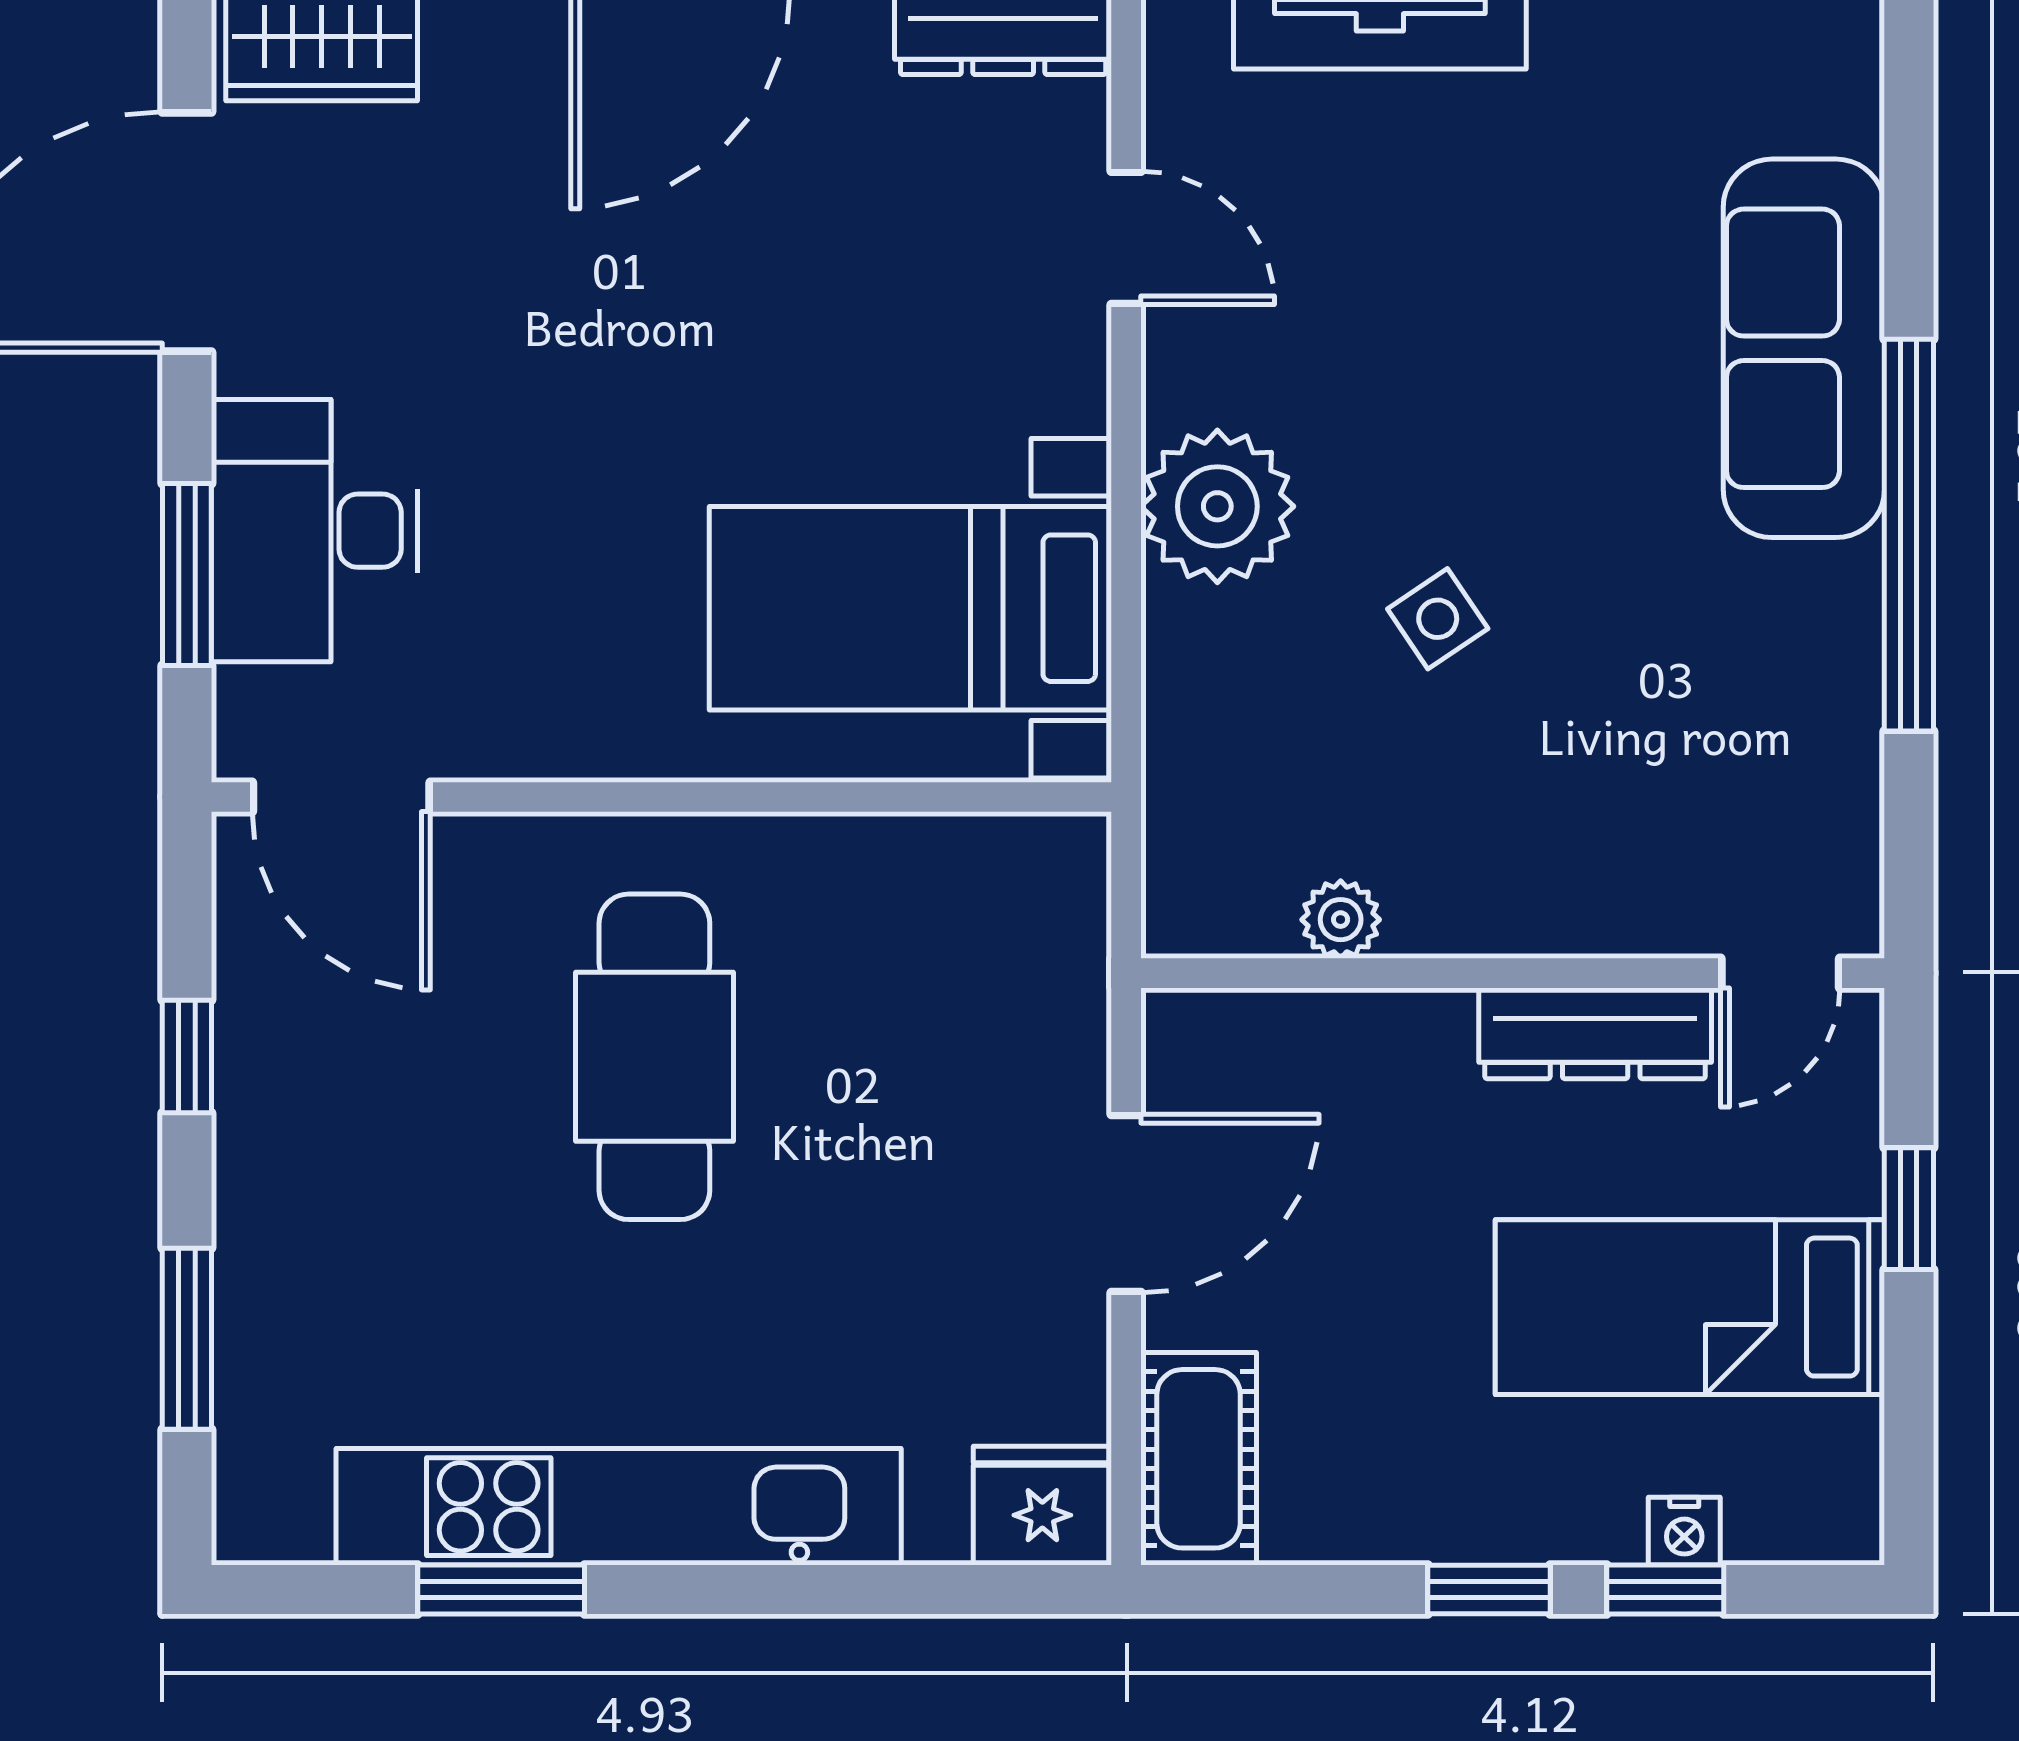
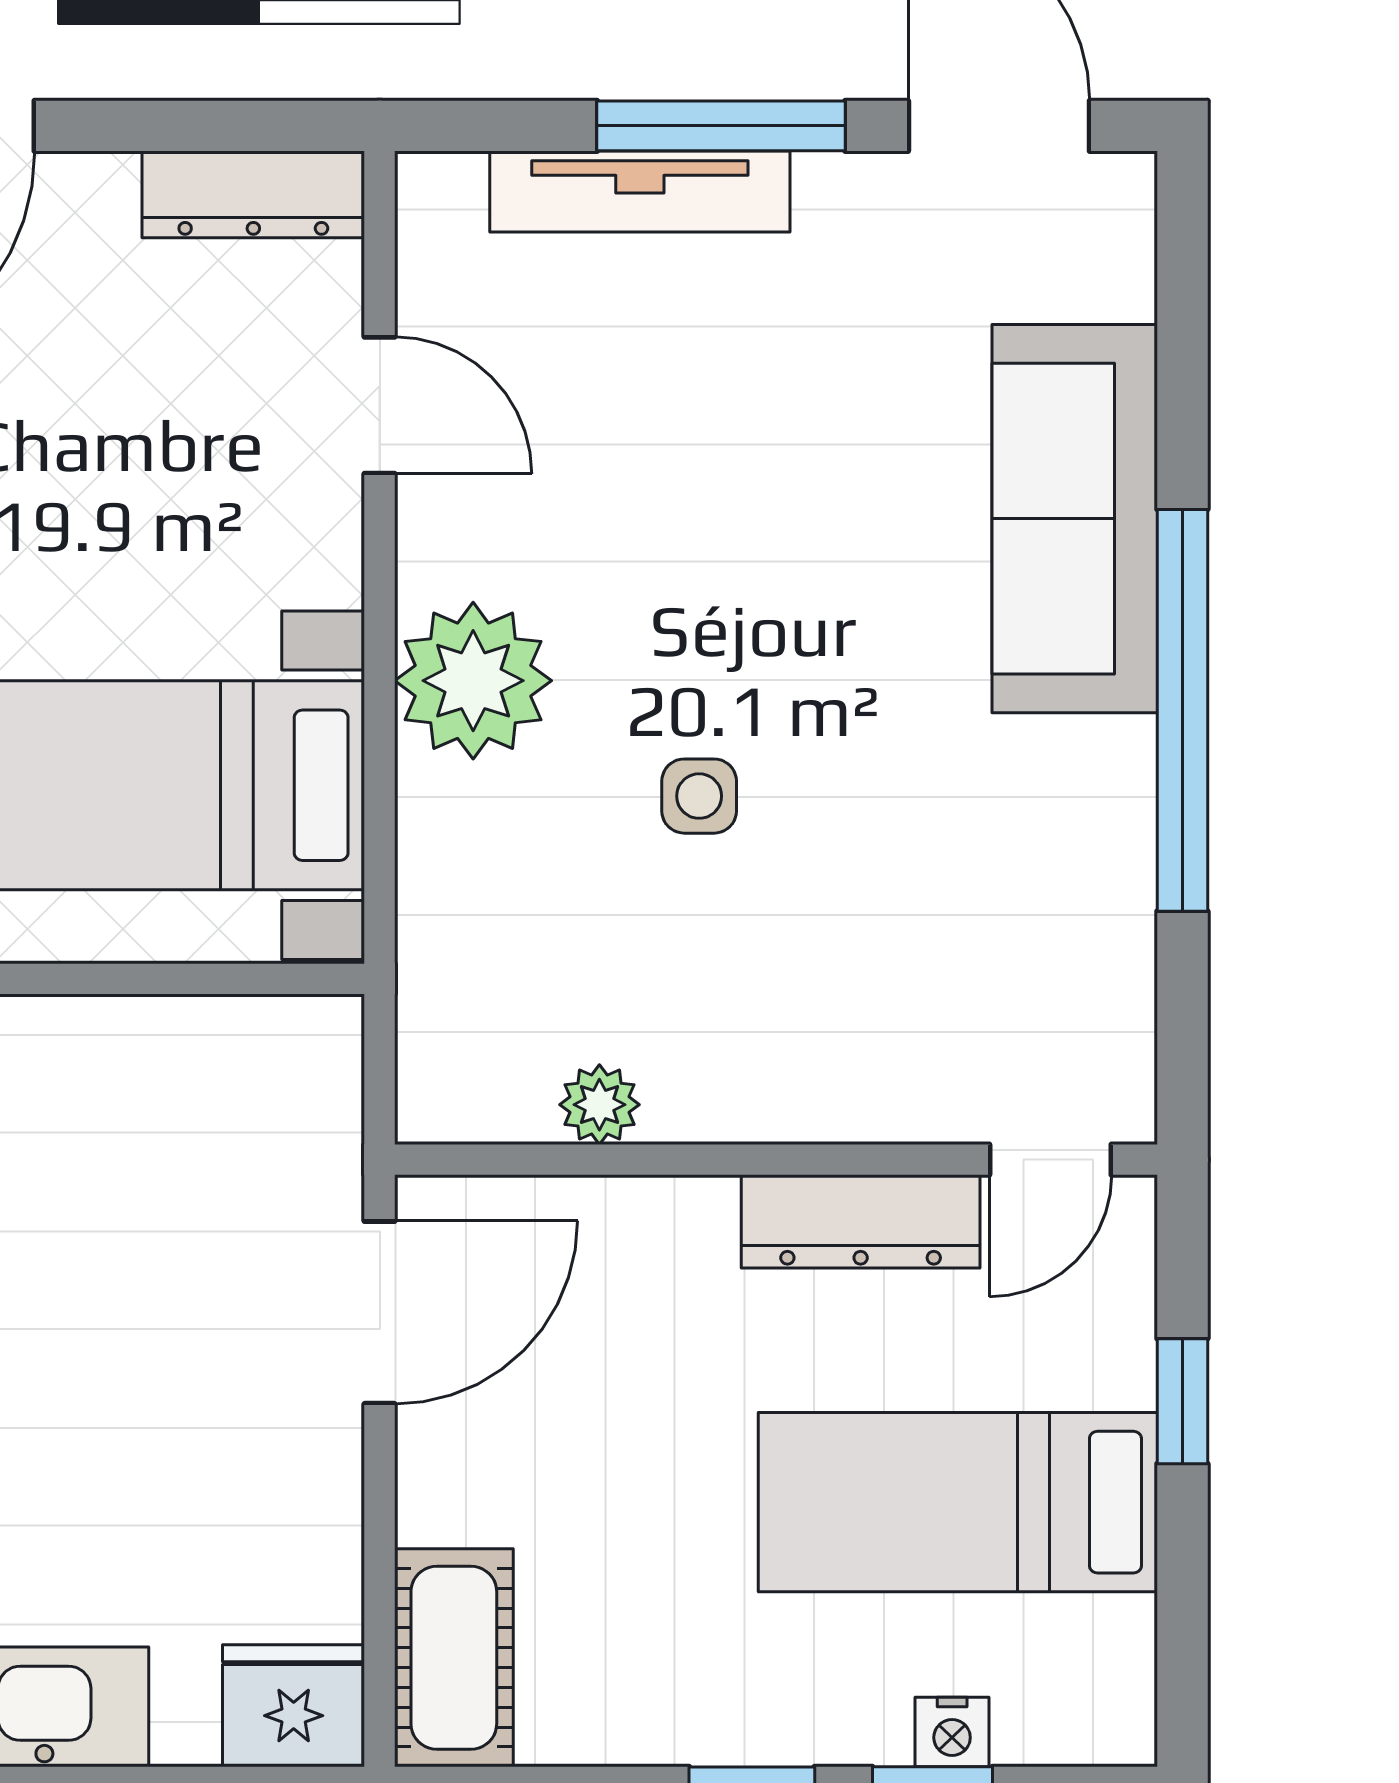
side table: (1438, 619) -> (699, 796), turned 34
door: (1126, 1204) -> (380, 1312), moved

